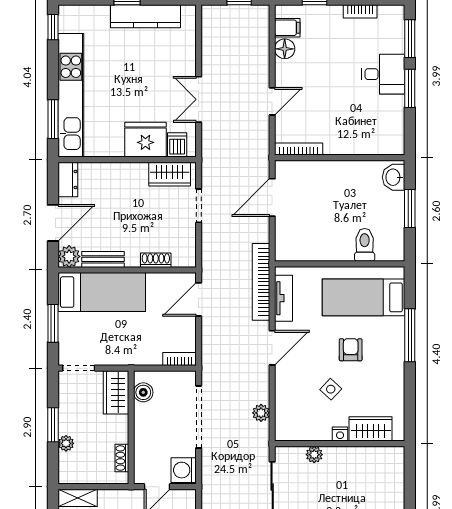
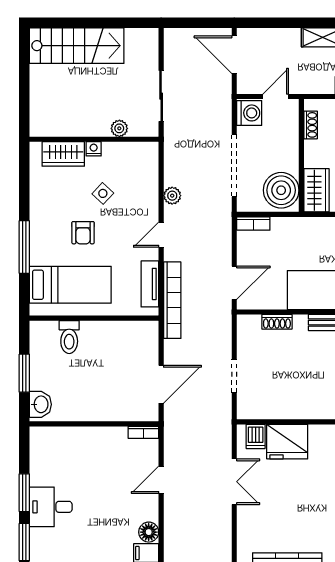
bookcase: (299, 149) -> (143, 432), width x0.64
wardrobe: (170, 174) -> (263, 407), removed
door: (272, 348) -> (161, 235), width x0.73
boiler: (143, 392) -> (281, 190), width x1.86, depth x1.86
plant: (261, 413) -> (172, 196), moved

